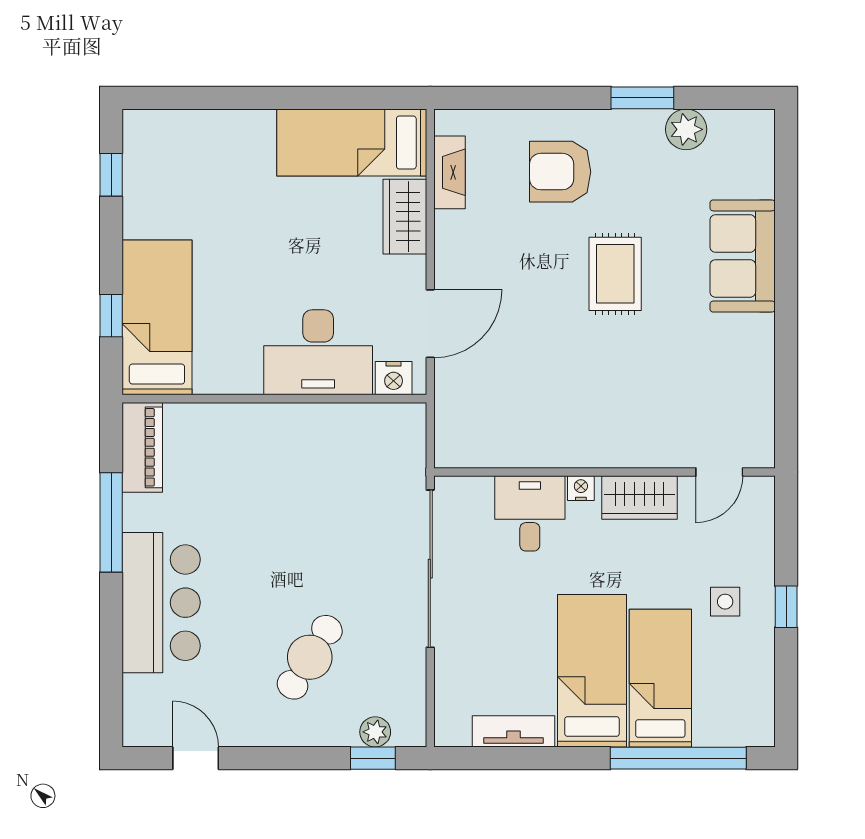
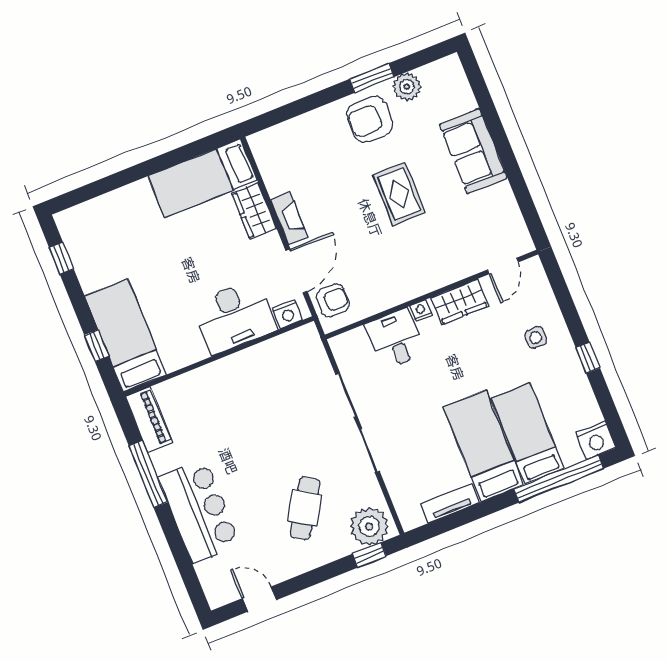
fireplace: (449, 172) -> (289, 219), moved
armchair: (560, 172) -> (370, 119), moved
armchair: (464, 385) -> (333, 300), added
wall: (604, 472) -> (432, 295), moved
door: (719, 472) -> (503, 266), moved
nightstand: (581, 488) -> (421, 310), moved
wardrobe: (639, 498) -> (460, 302), moved
desk: (530, 513) -> (396, 339), moved
side table: (725, 602) -> (536, 338), moved
nightstand: (751, 725) -> (595, 440), added
plant: (375, 732) -> (369, 526), width x1.88, depth x1.88

